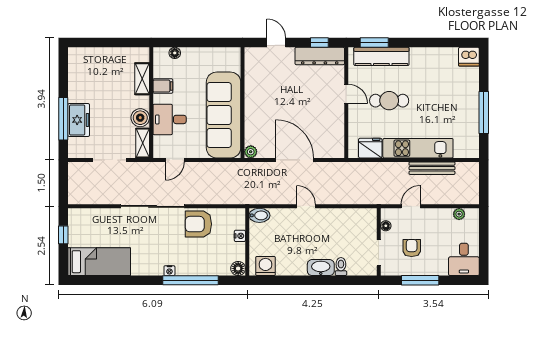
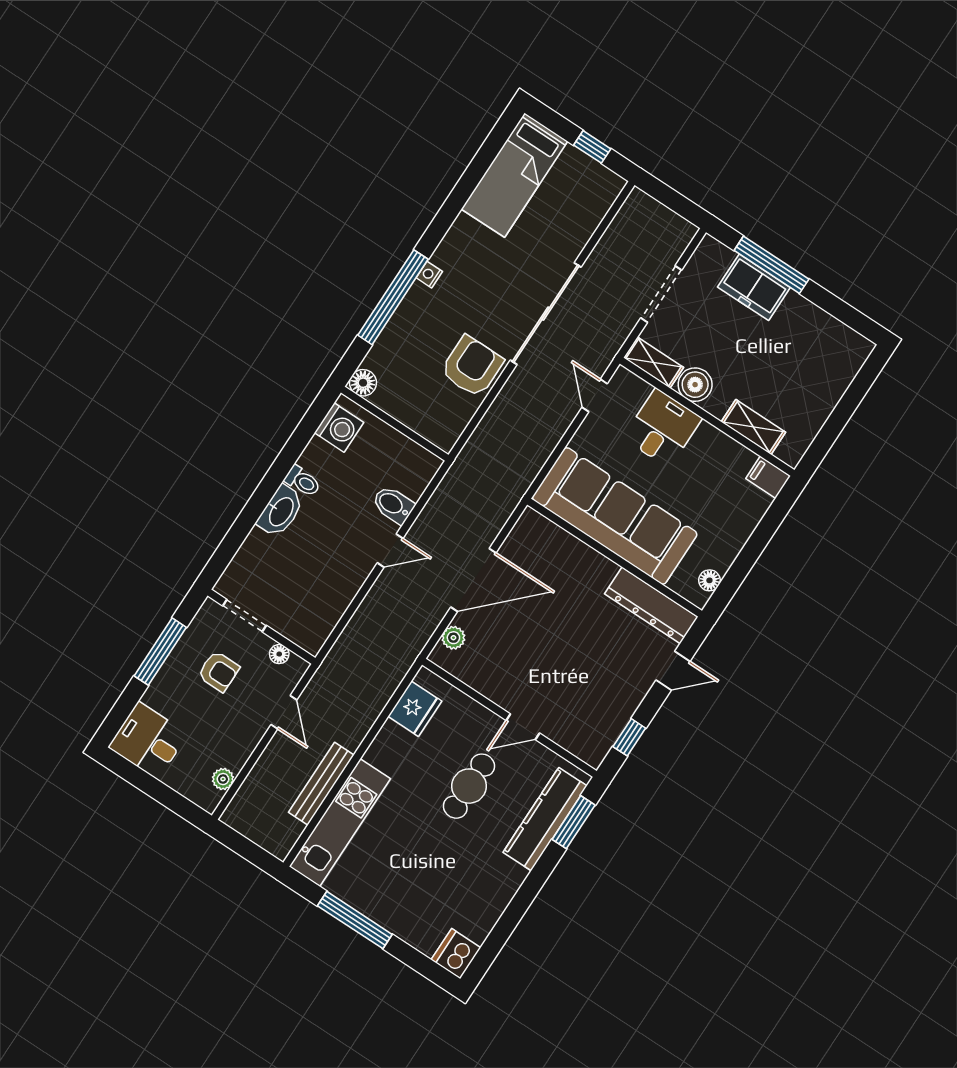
floor lamp: (175, 53) -> (709, 580), moved
dresser: (320, 56) -> (651, 605), moved, turned -90
filing cabinet: (163, 86) -> (768, 477), moved, turned 90
kitchen unit: (418, 148) -> (340, 823), moved
plant: (251, 152) -> (453, 638), moved
bidet: (259, 215) -> (393, 505), moved, turned 90
nightstand: (240, 236) -> (412, 419), removed
toilet: (341, 267) -> (303, 481), moved

